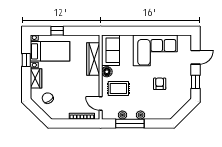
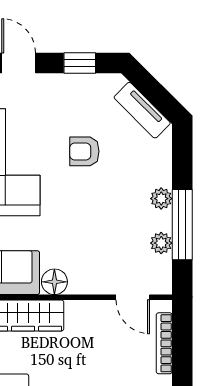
rug: (118, 89) -> (96, 253), removed
door: (101, 103) -> (133, 297), hinge flipped
tv unit: (176, 107) -> (142, 110), added

